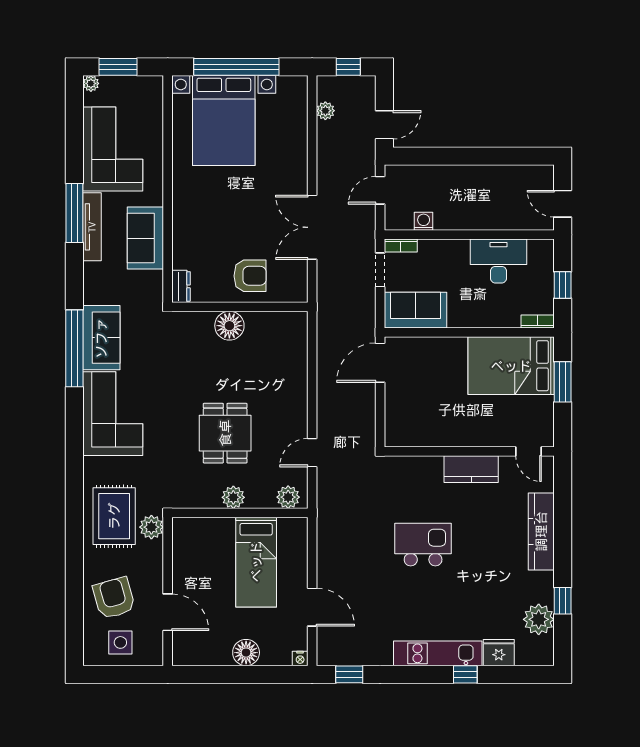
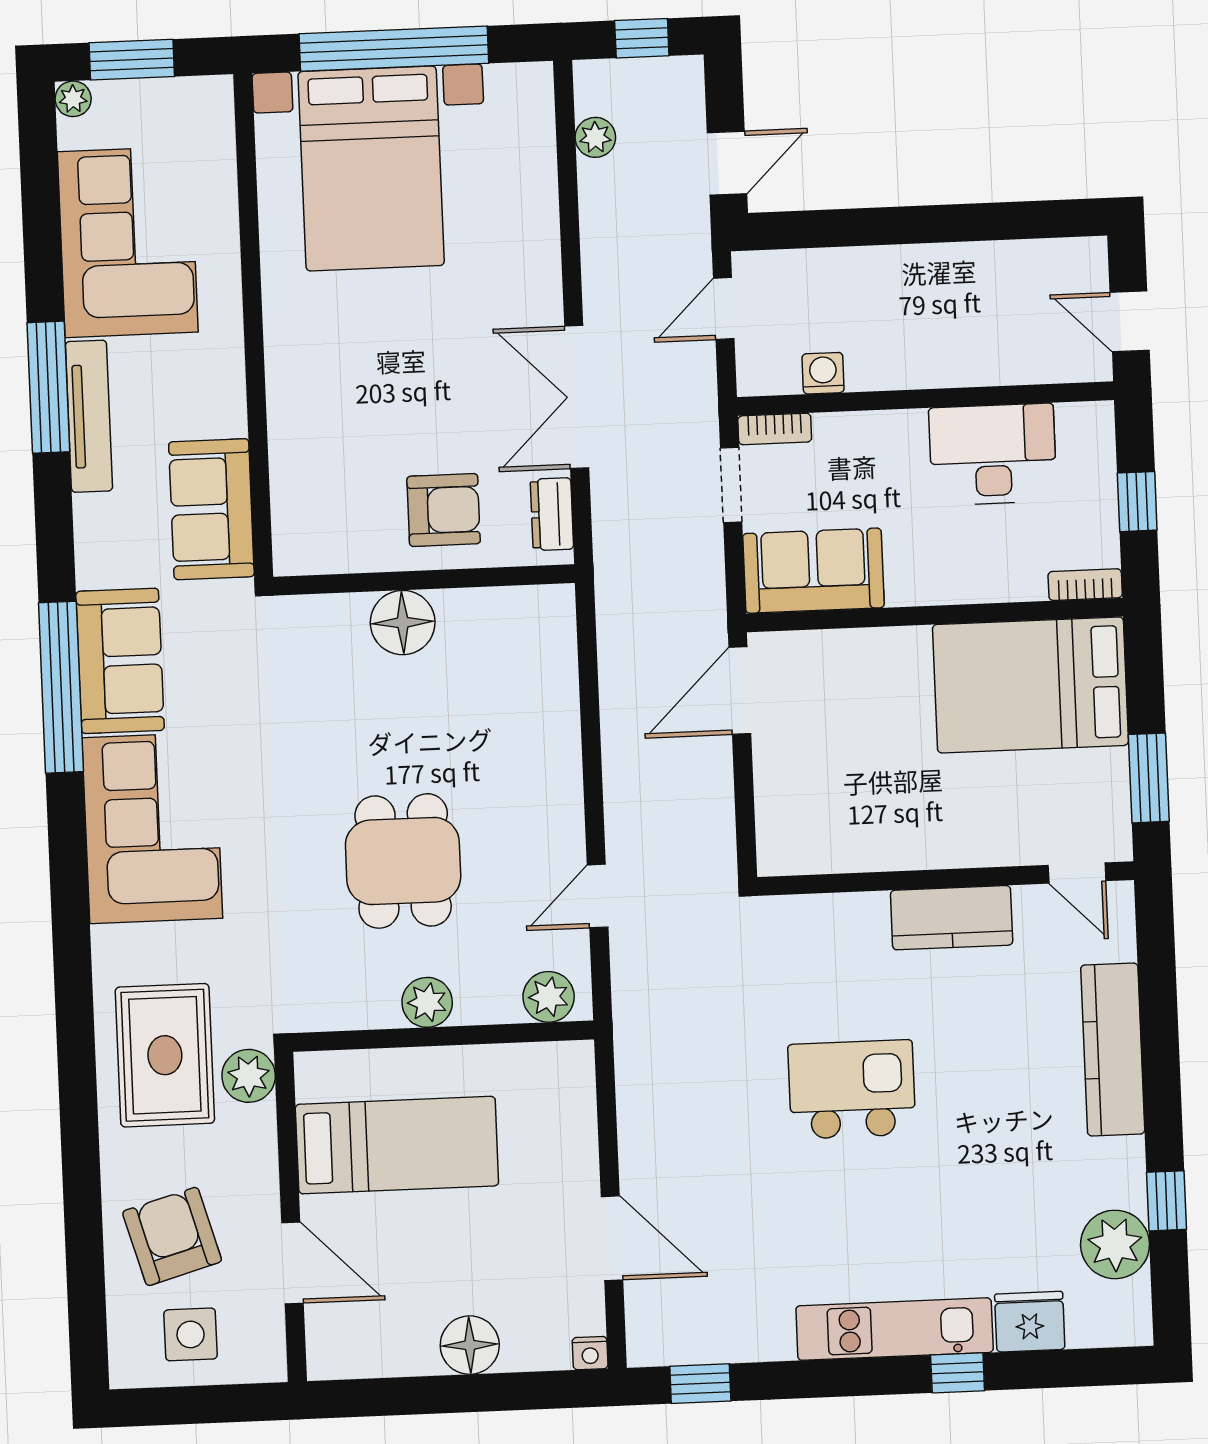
sofa: (145, 238) -> (211, 509), moved
dresser: (181, 286) -> (552, 514), moved, turned 180
window: (563, 382) -> (1149, 778), moved
bed: (256, 562) -> (397, 1145), moved, turned -90

